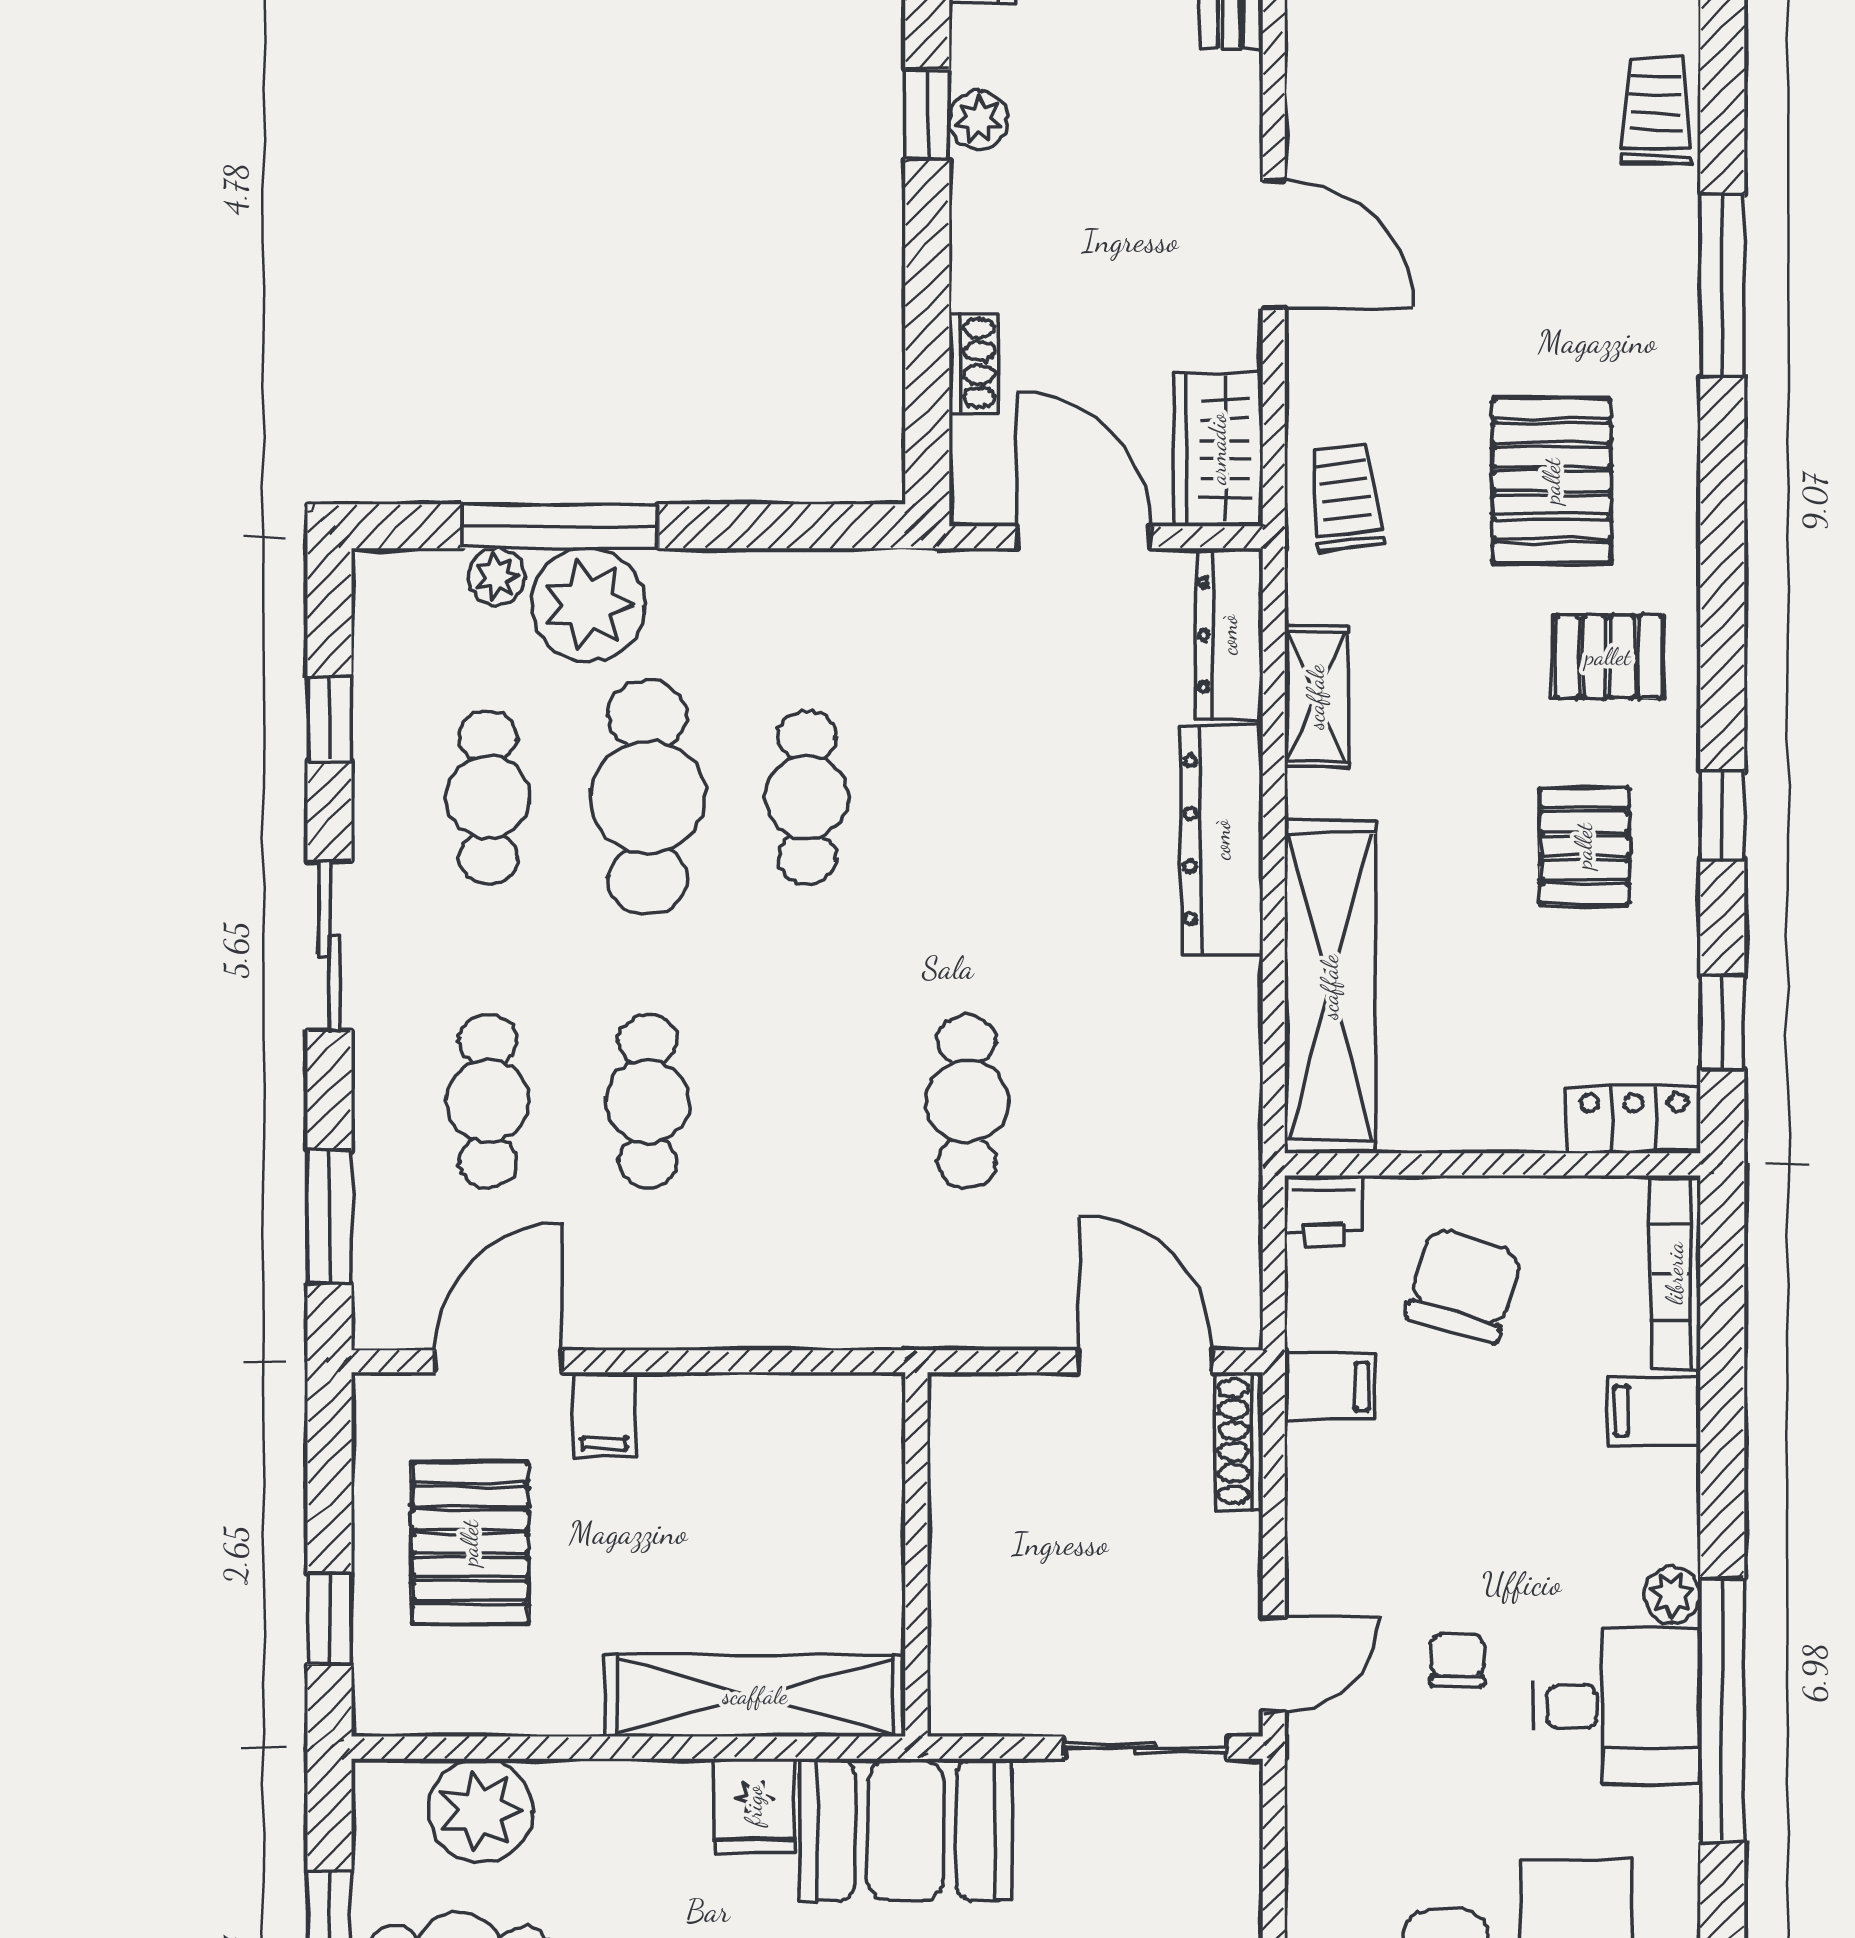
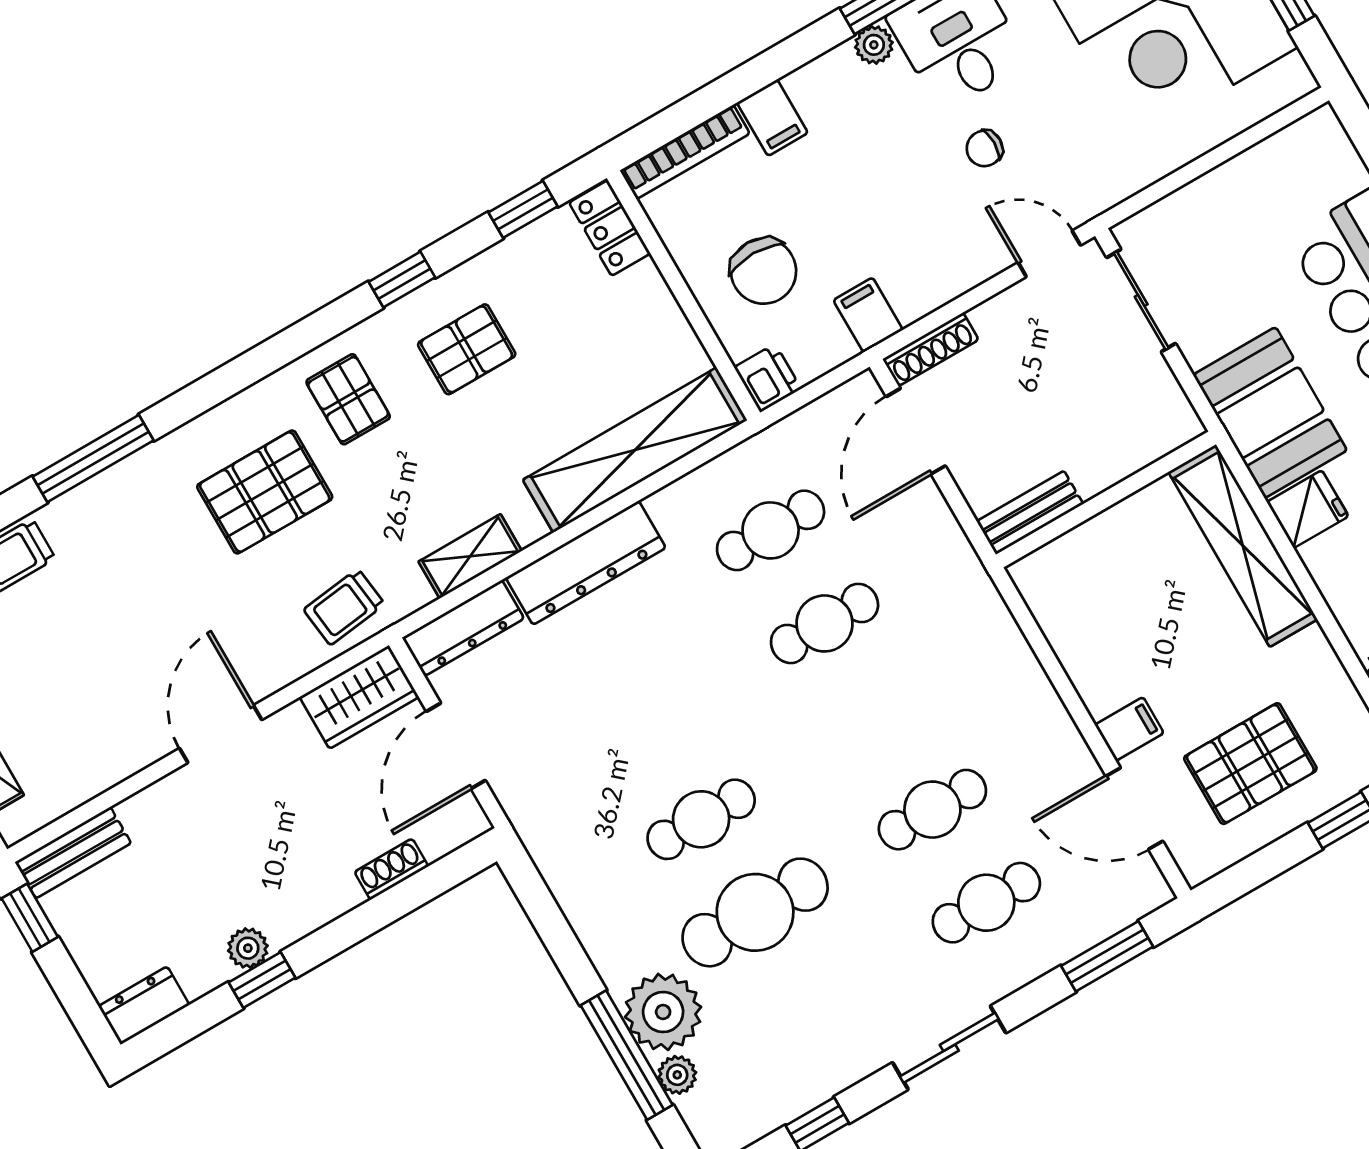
cafe table: (488, 797) -> (771, 530), moved
chair: (1464, 1285) -> (764, 271), turned -107
bench: (956, 1447) -> (1030, 513), added

